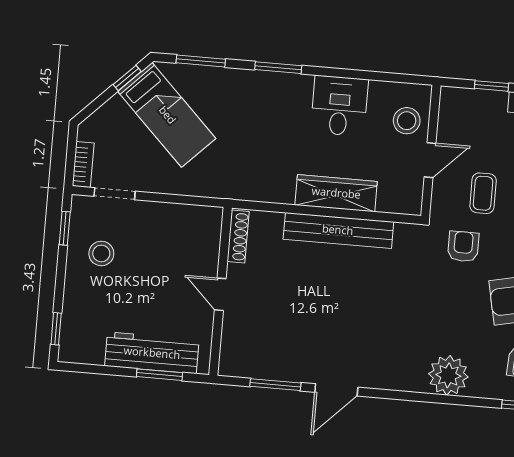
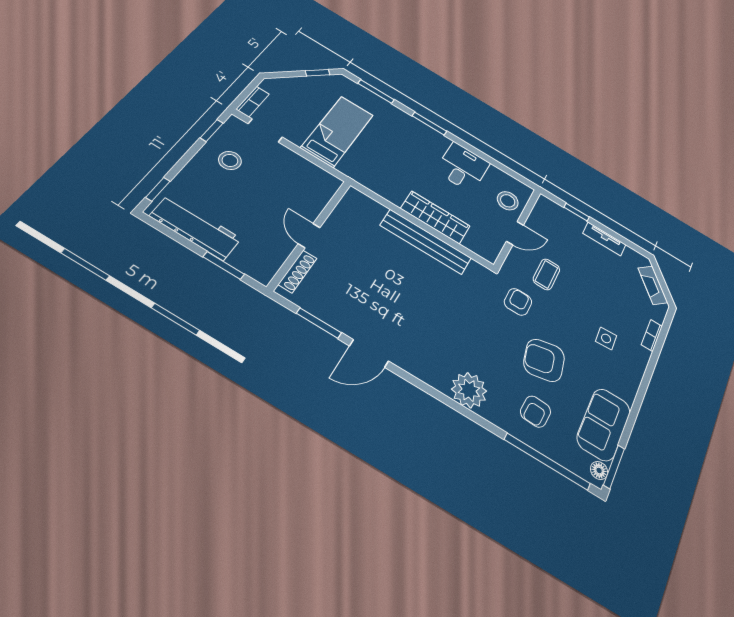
bed: (167, 115) -> (337, 131), moved, turned -135
shoe rack: (238, 237) -> (298, 271), moved
workbench: (152, 353) -> (195, 227), moved

